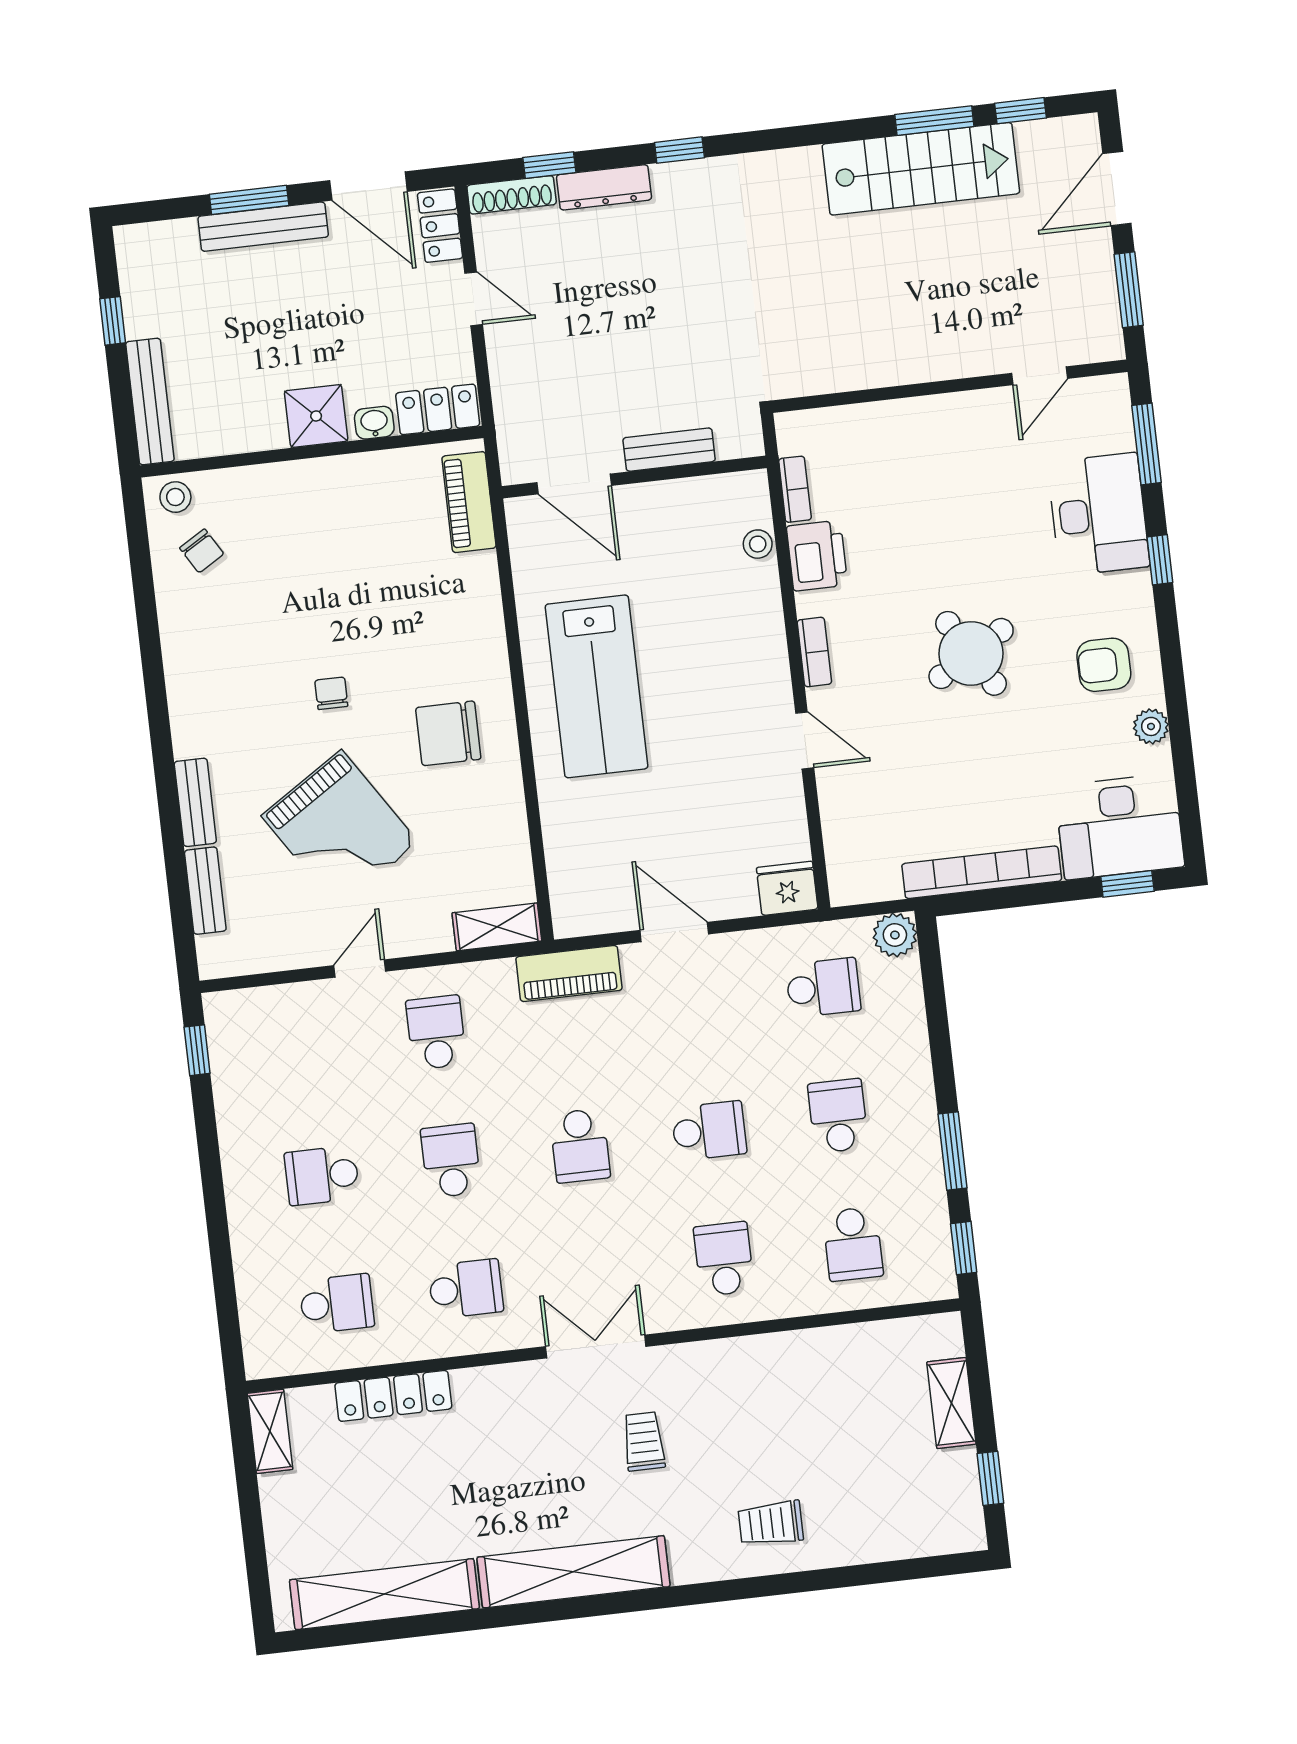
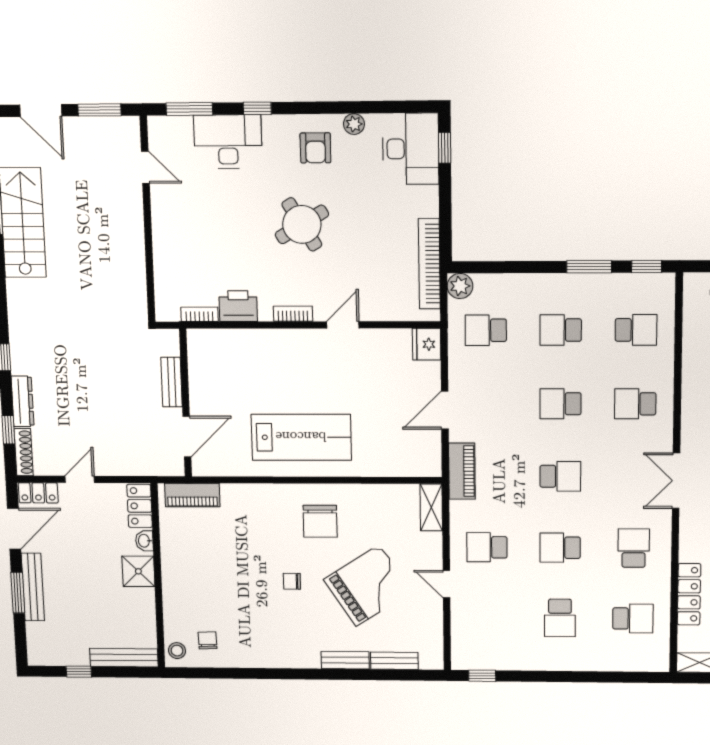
stool: (758, 544) -> (229, 339), removed
chair: (202, 551) -> (208, 640), turned -61
bookcase: (982, 872) -> (429, 264), moved
school desk: (823, 988) -> (486, 330), turned -90
school desk: (709, 1131) -> (561, 404), turned -90
school desk: (337, 1304) -> (633, 619), turned 90

